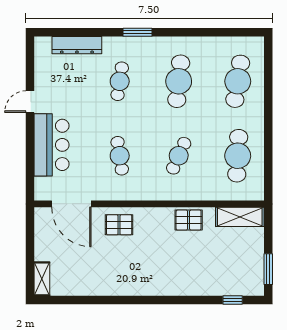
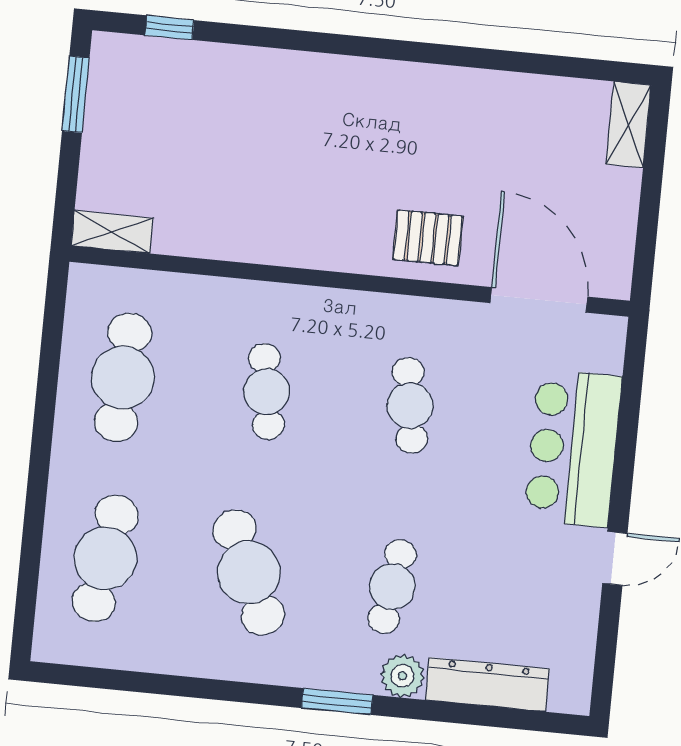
plant: (112, 45) -> (402, 676), added
cafe table: (179, 81) -> (249, 572), turned -30
cafe table: (179, 156) -> (266, 391), turned -33
shelving: (240, 217) -> (112, 232), width x0.67, depth x0.75
pallet: (189, 220) -> (258, 233), removed

